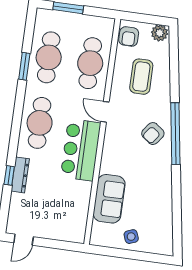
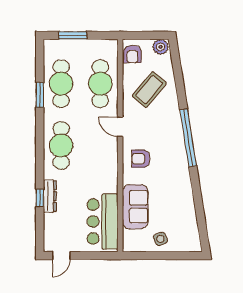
coffee table: (141, 77) -> (149, 90), turned 40
armchair: (153, 134) -> (141, 159), moved, turned 54
bar counter: (81, 150) -> (103, 222), moved

